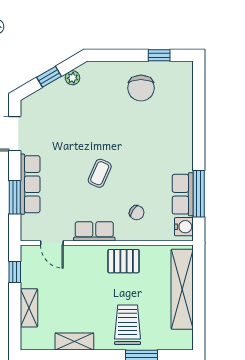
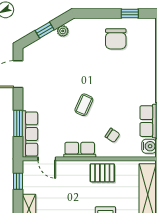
row of seats: (30, 184) -> (30, 134), moved

